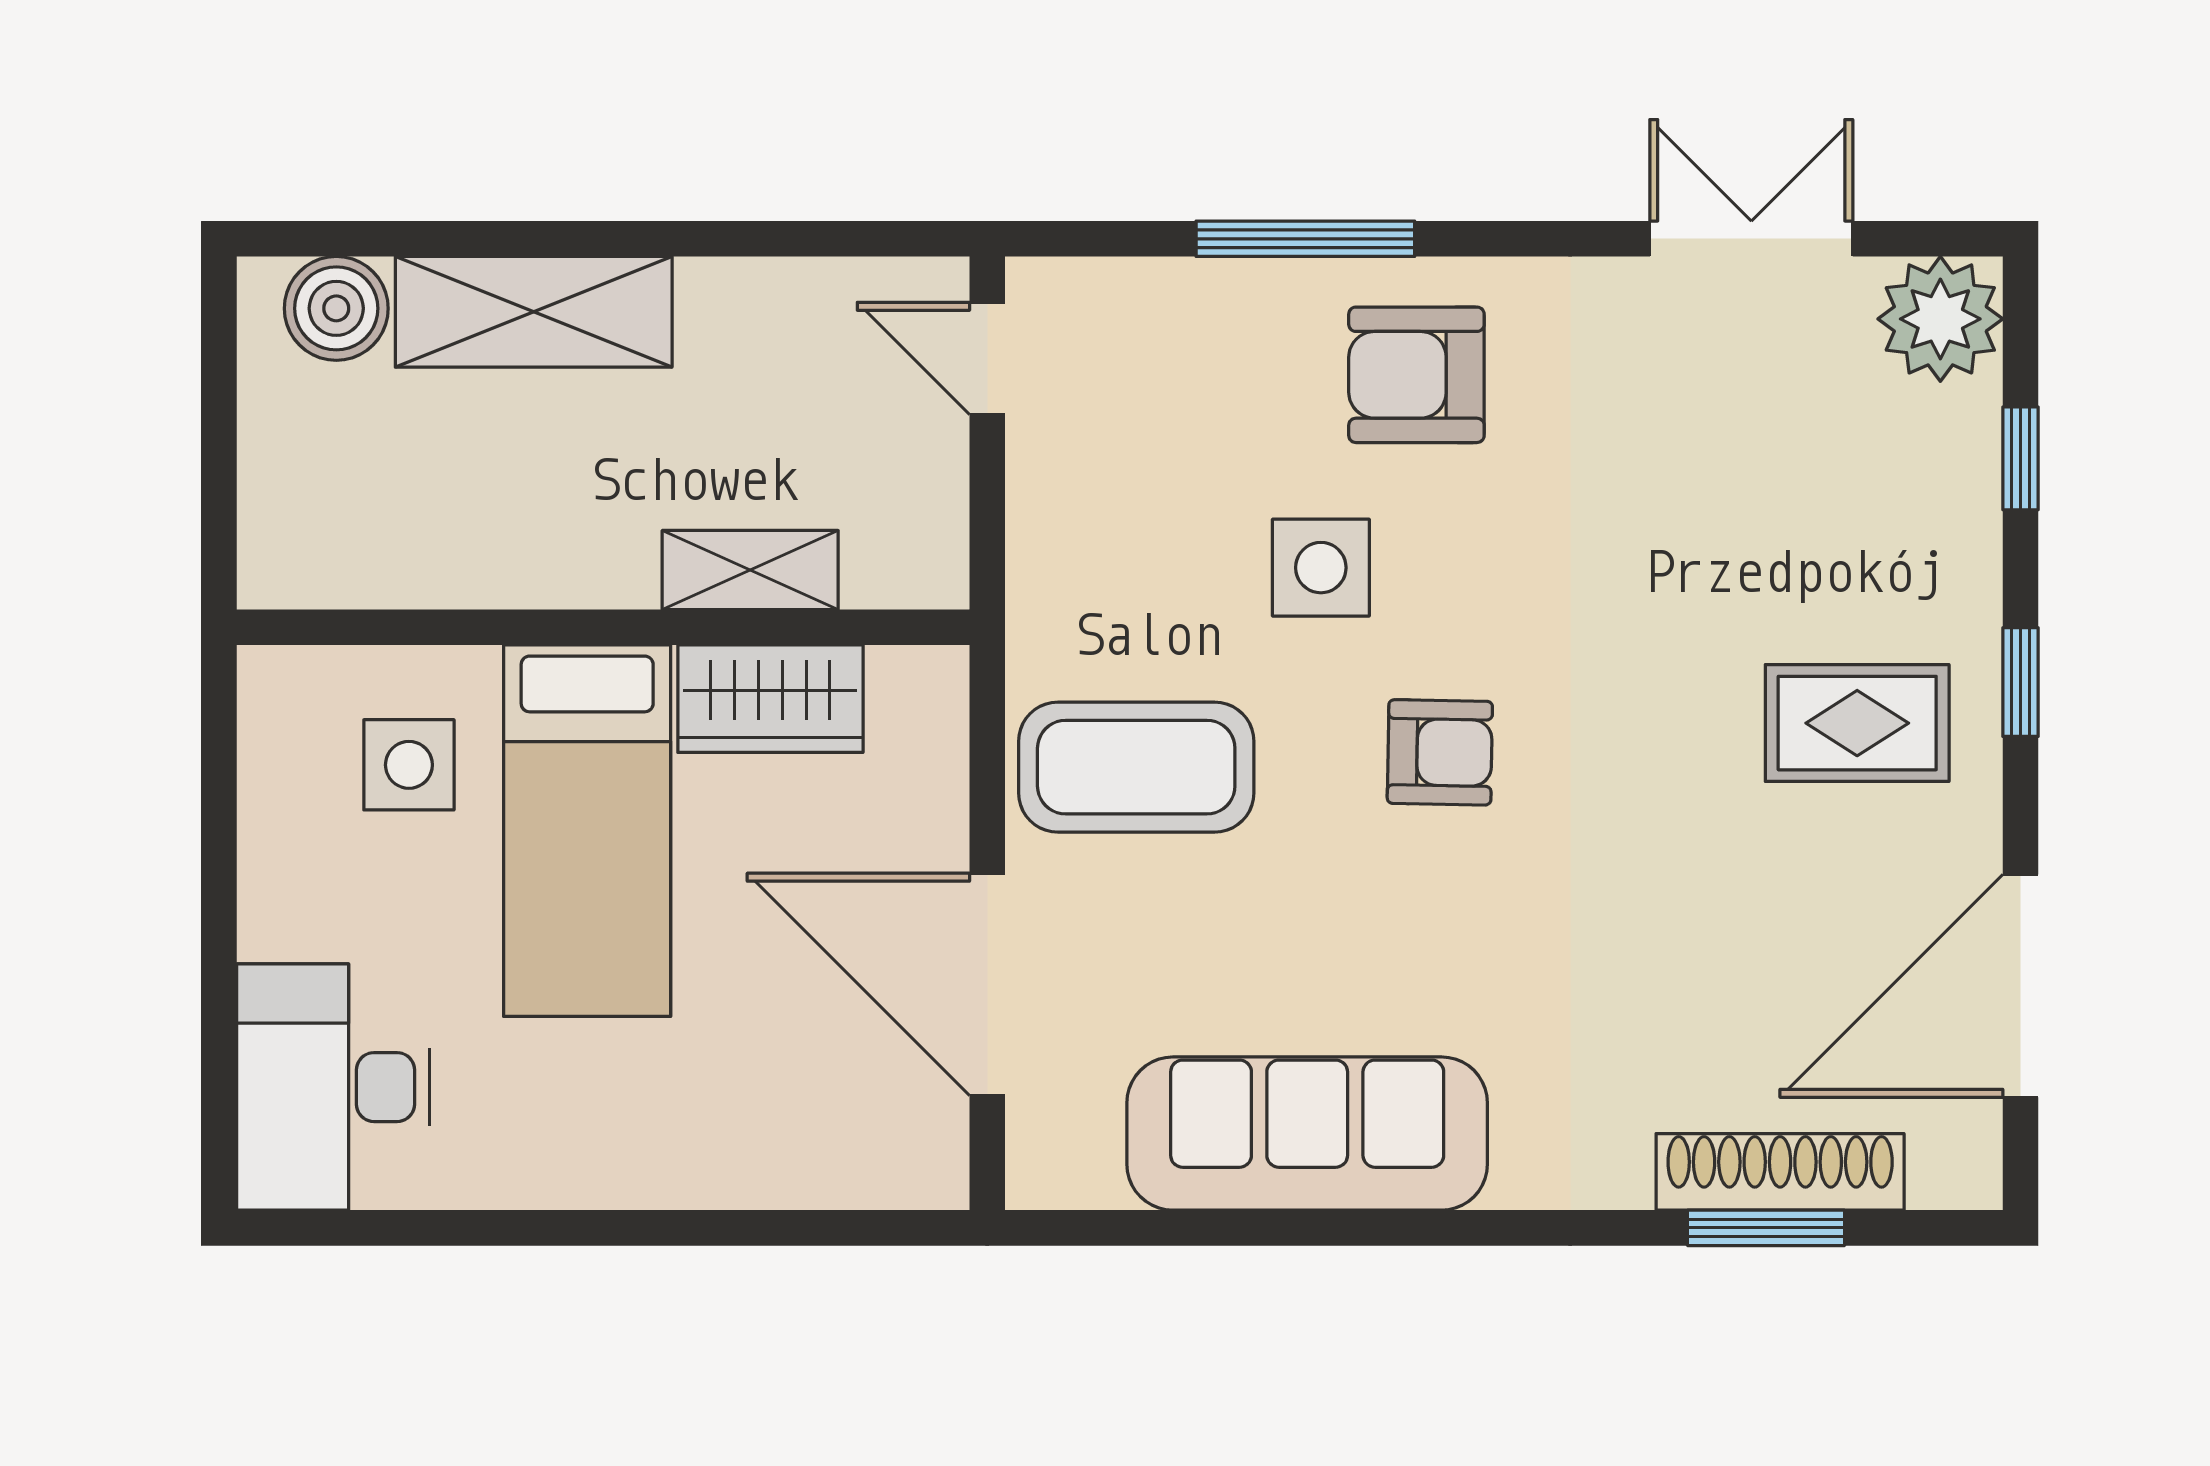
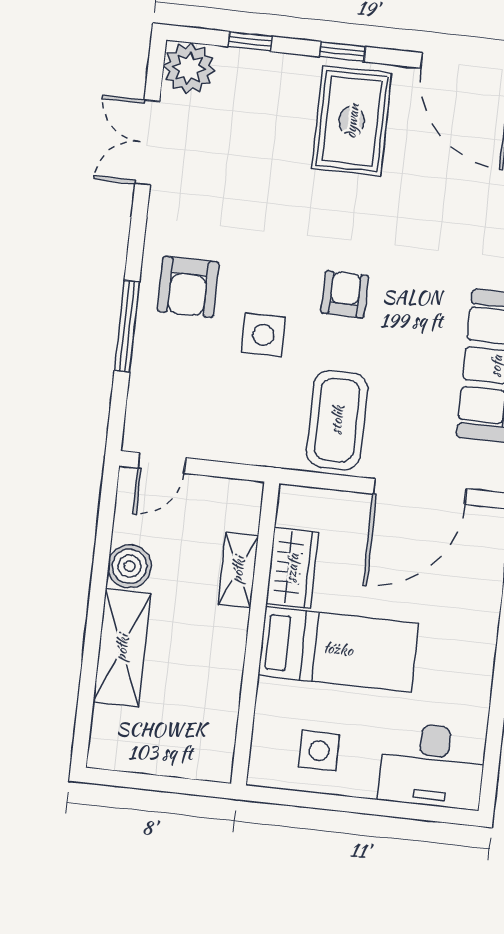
boiler: (336, 308) -> (130, 566), moved
rug: (1857, 723) -> (352, 121), width x1.36, depth x1.43
side table: (409, 765) -> (319, 751), moved

